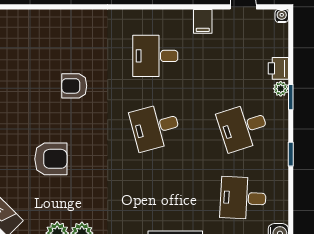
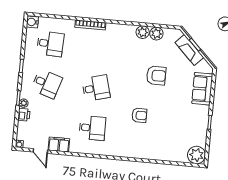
filing cabinet: (203, 21) -> (59, 144), width x2.00
desk: (243, 127) -> (47, 84), turned 36
armchair: (51, 159) -> (156, 76), turned 180

